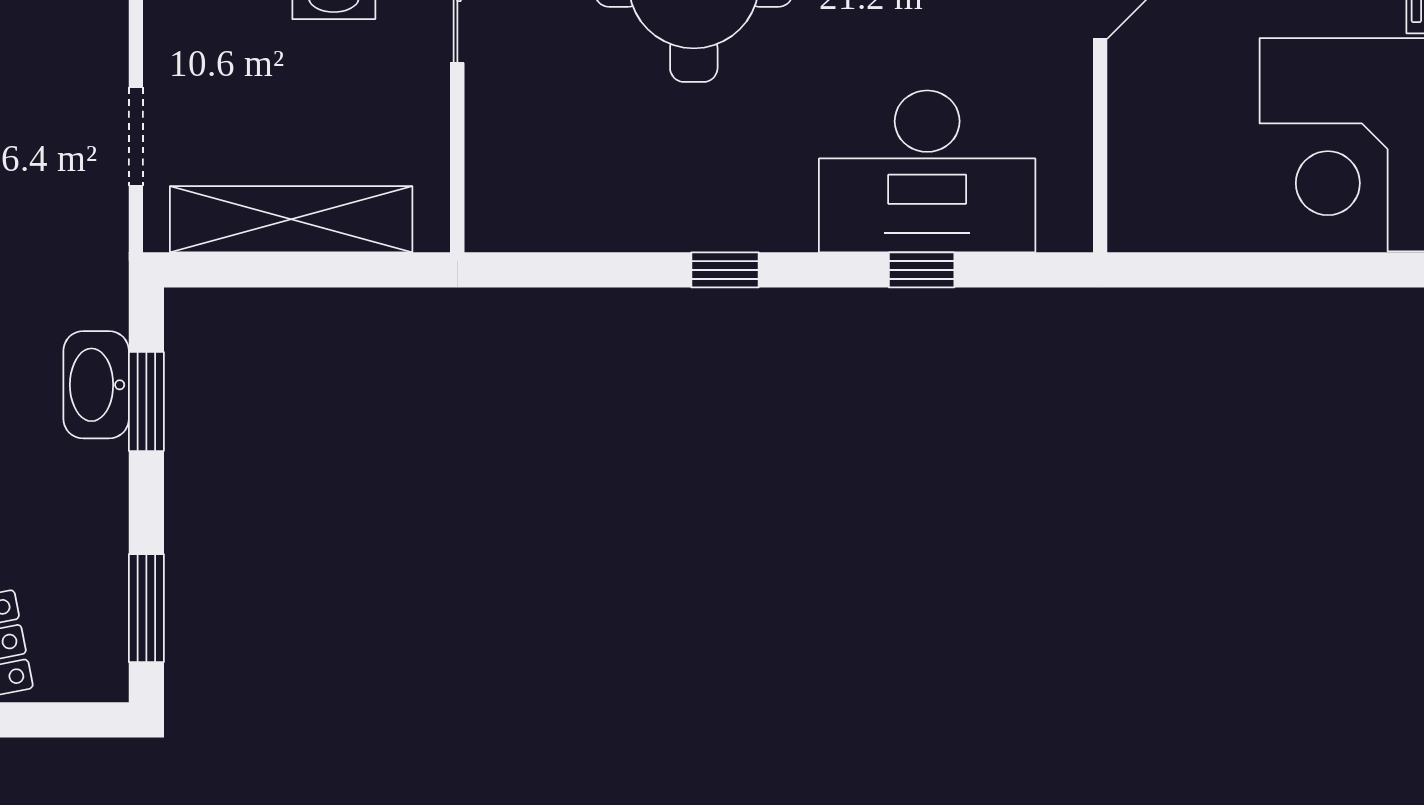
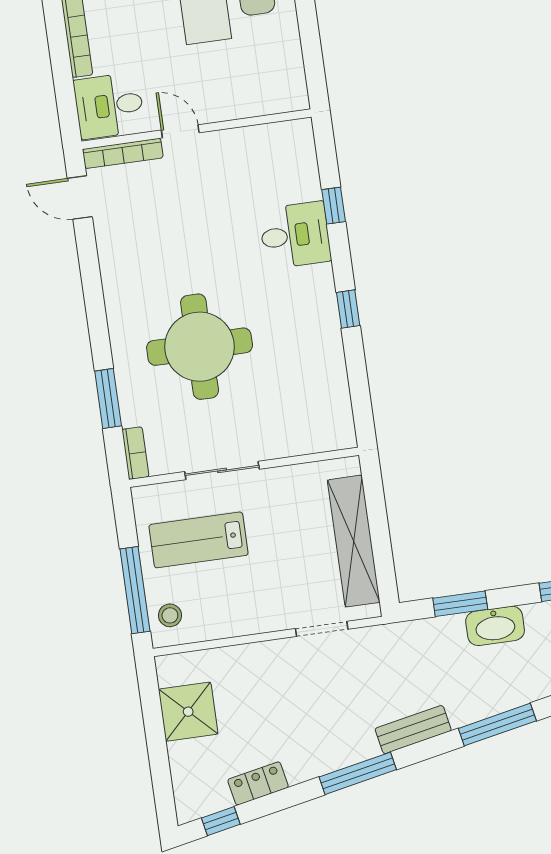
desk: (927, 171) -> (295, 235), width x0.53, depth x0.77
washbasin: (96, 385) -> (495, 626), moved

